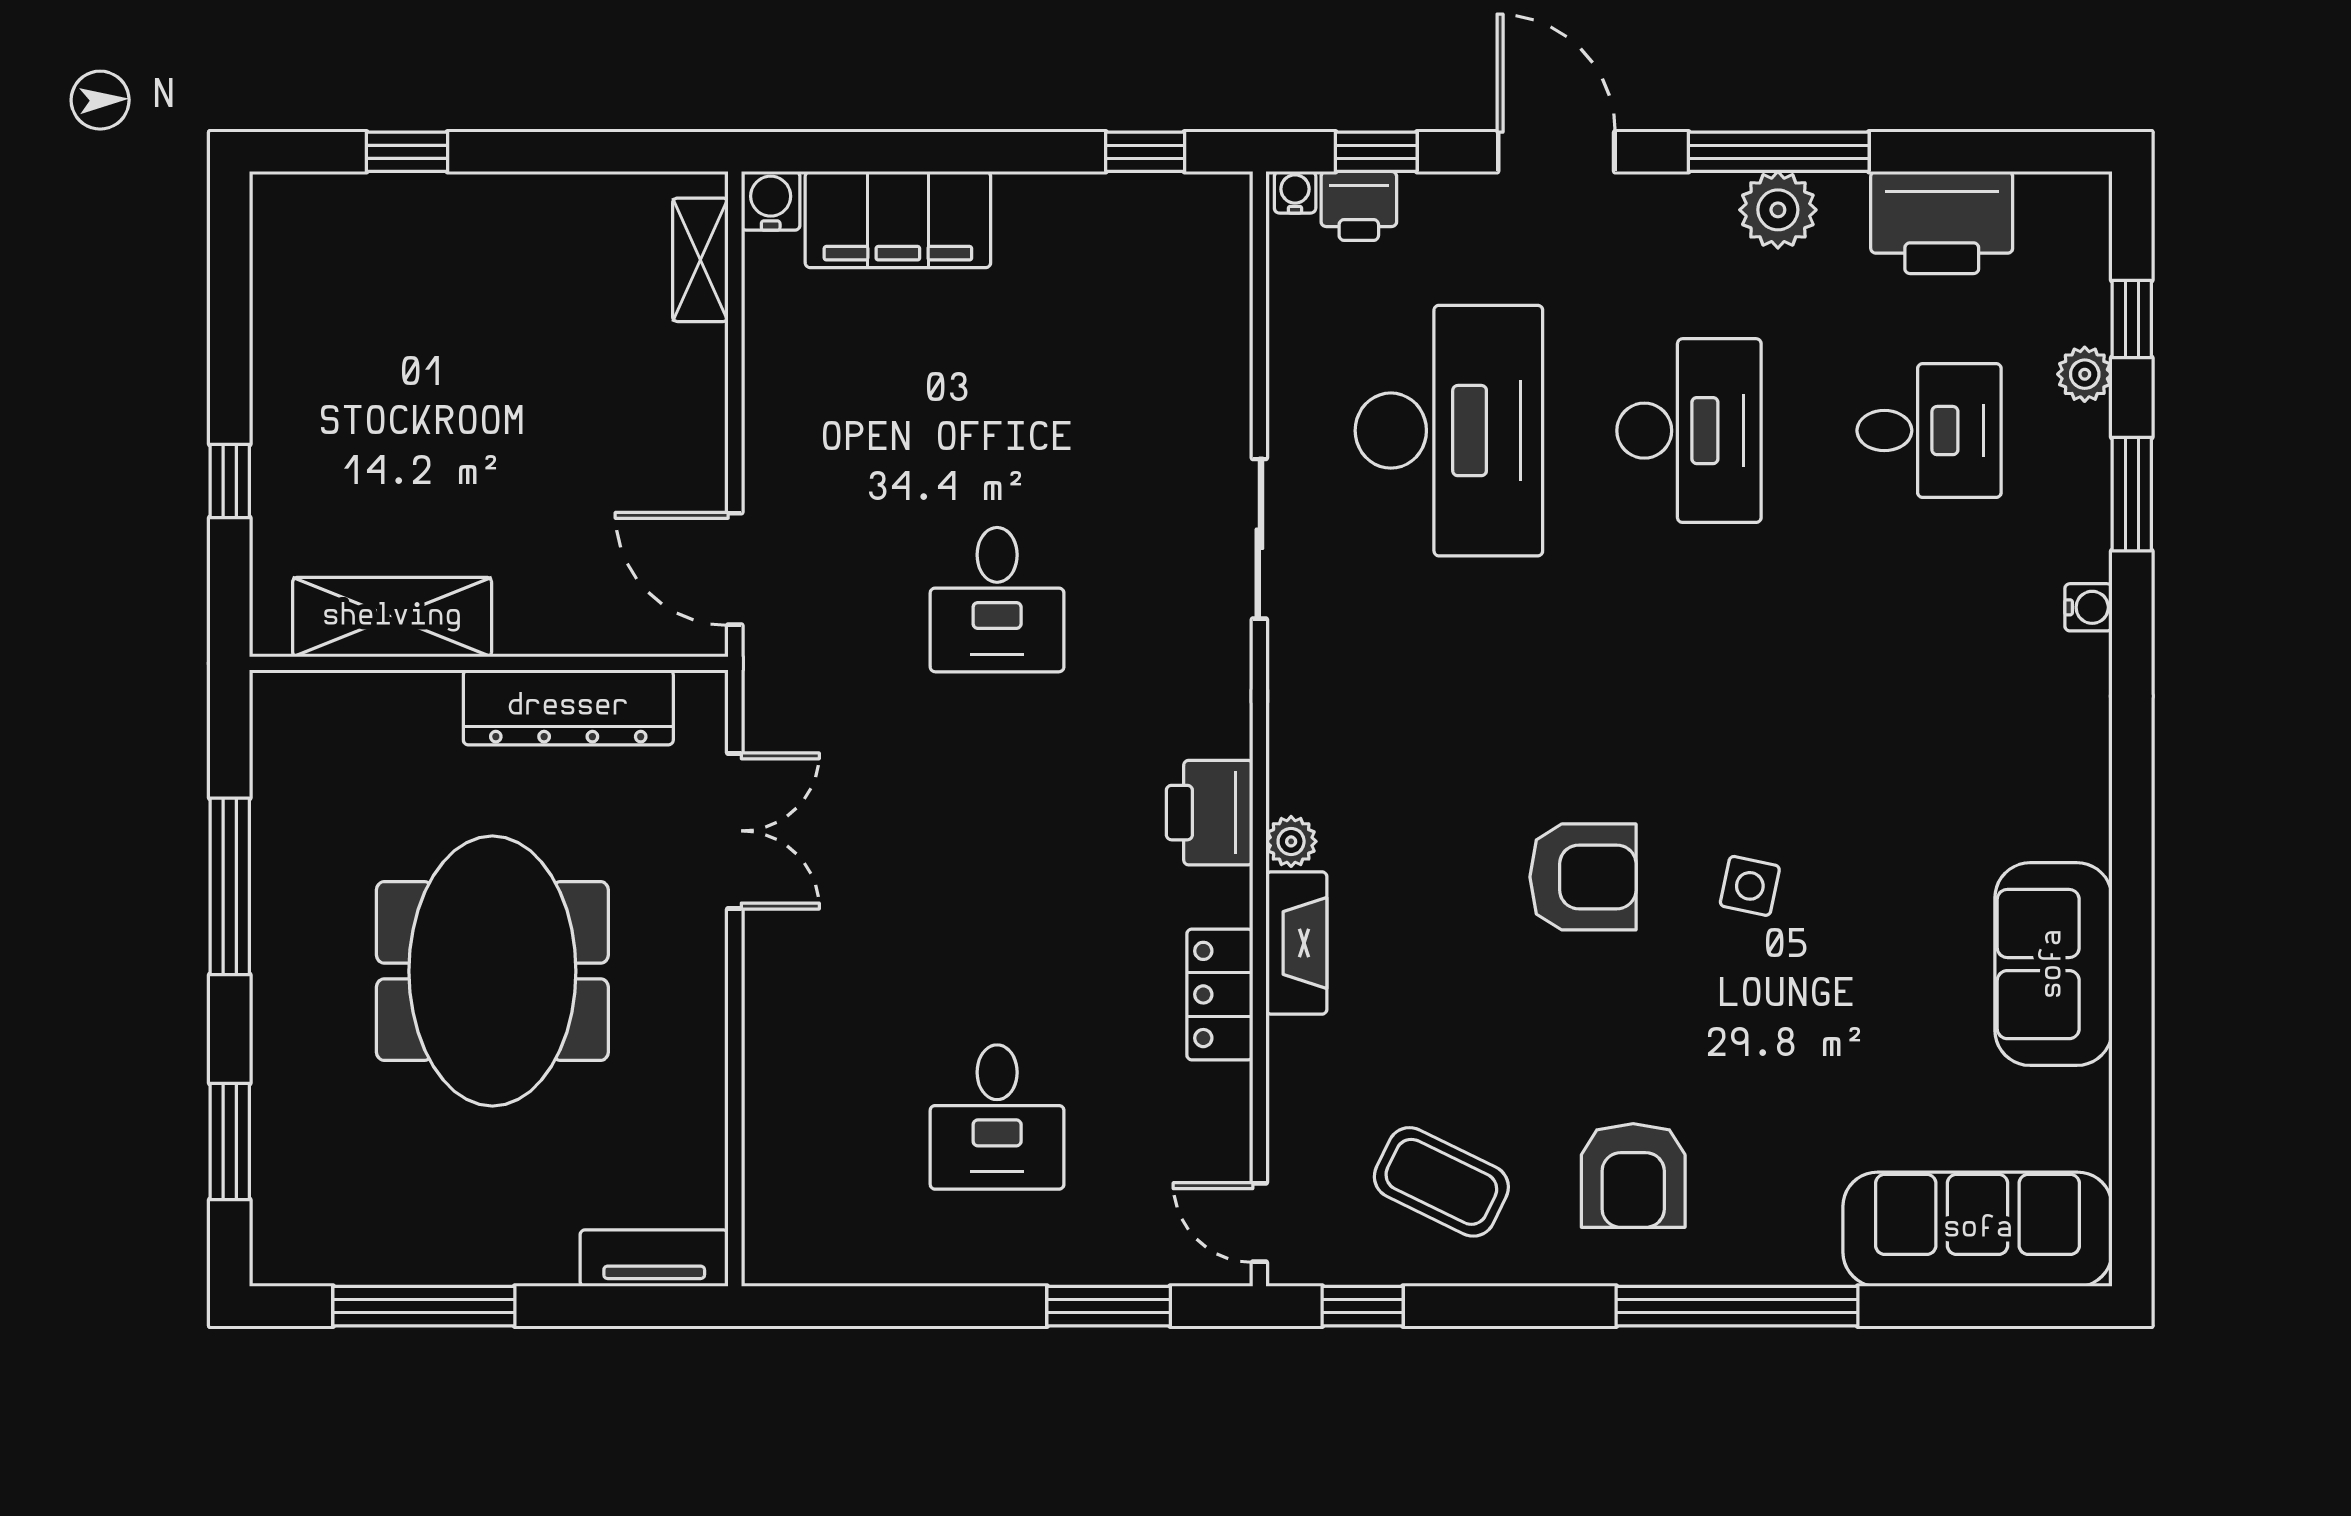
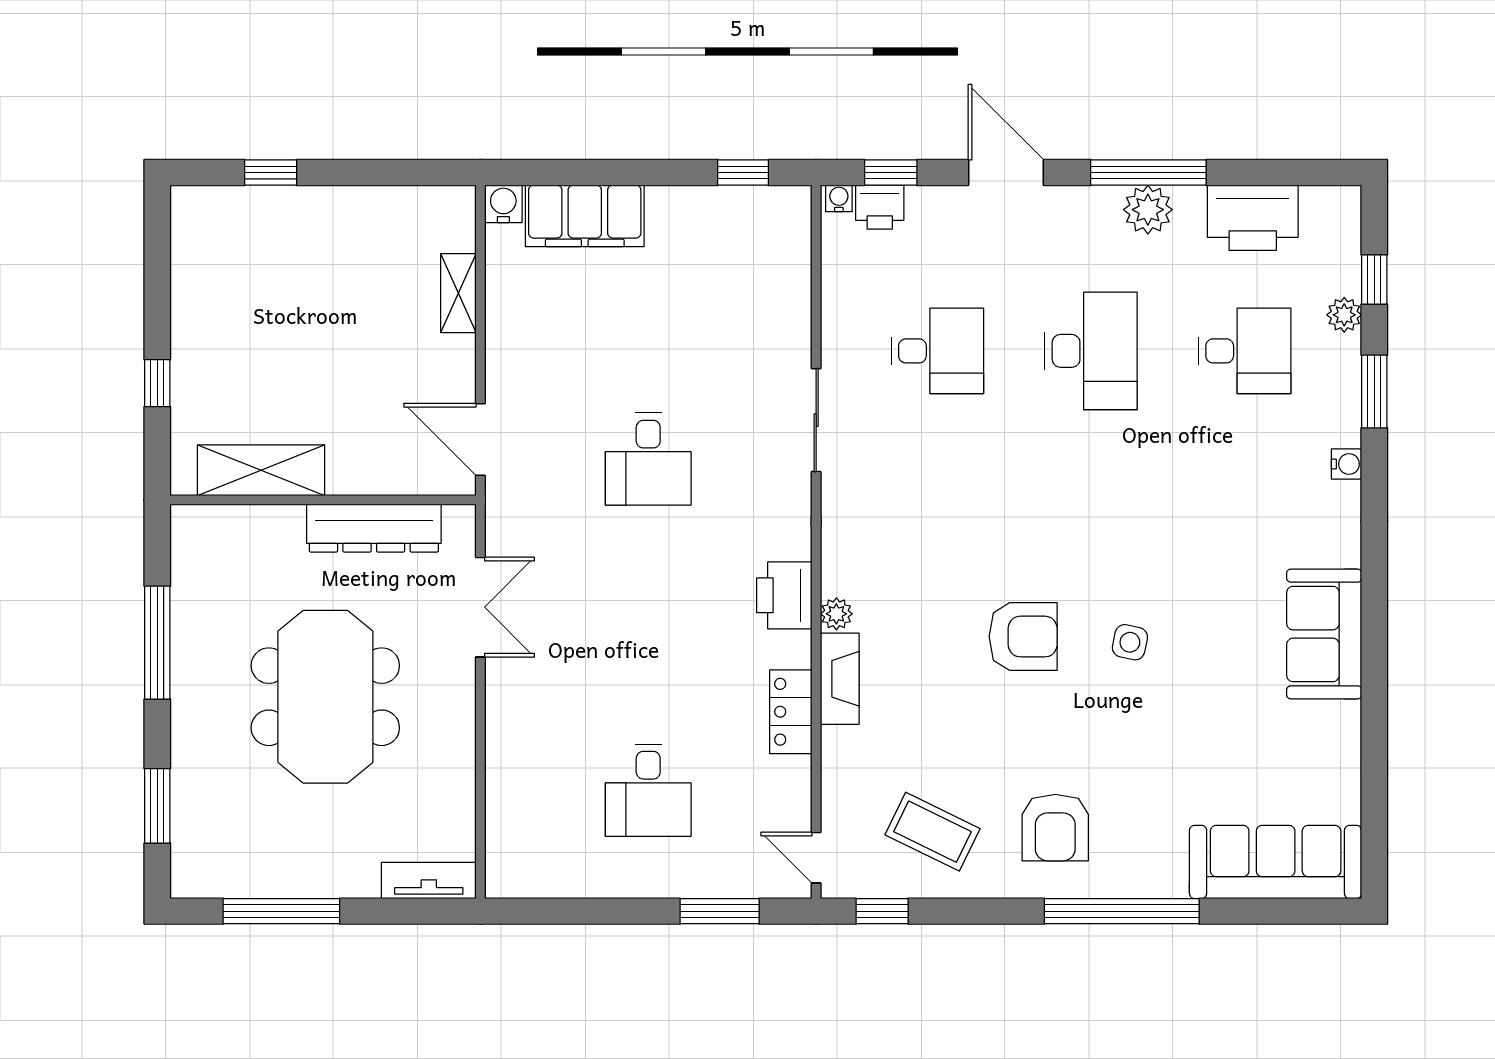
shelving: (700, 260) -> (458, 293), moved
desk: (1449, 431) -> (937, 351), width x0.53, depth x0.77
sofa: (2053, 964) -> (1324, 634), moved

